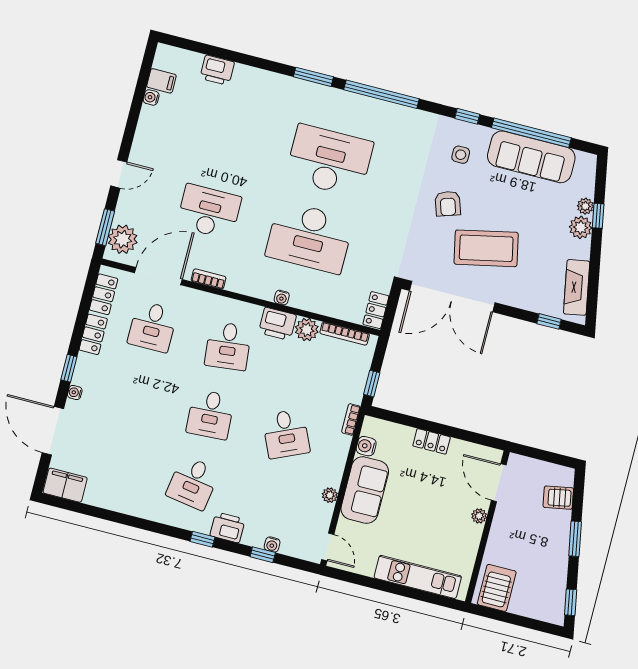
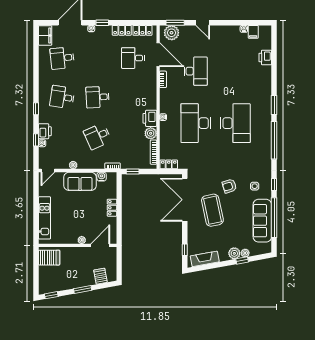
desk: (228, 346) -> (62, 58), moved
printer: (227, 527) -> (45, 131), moved

